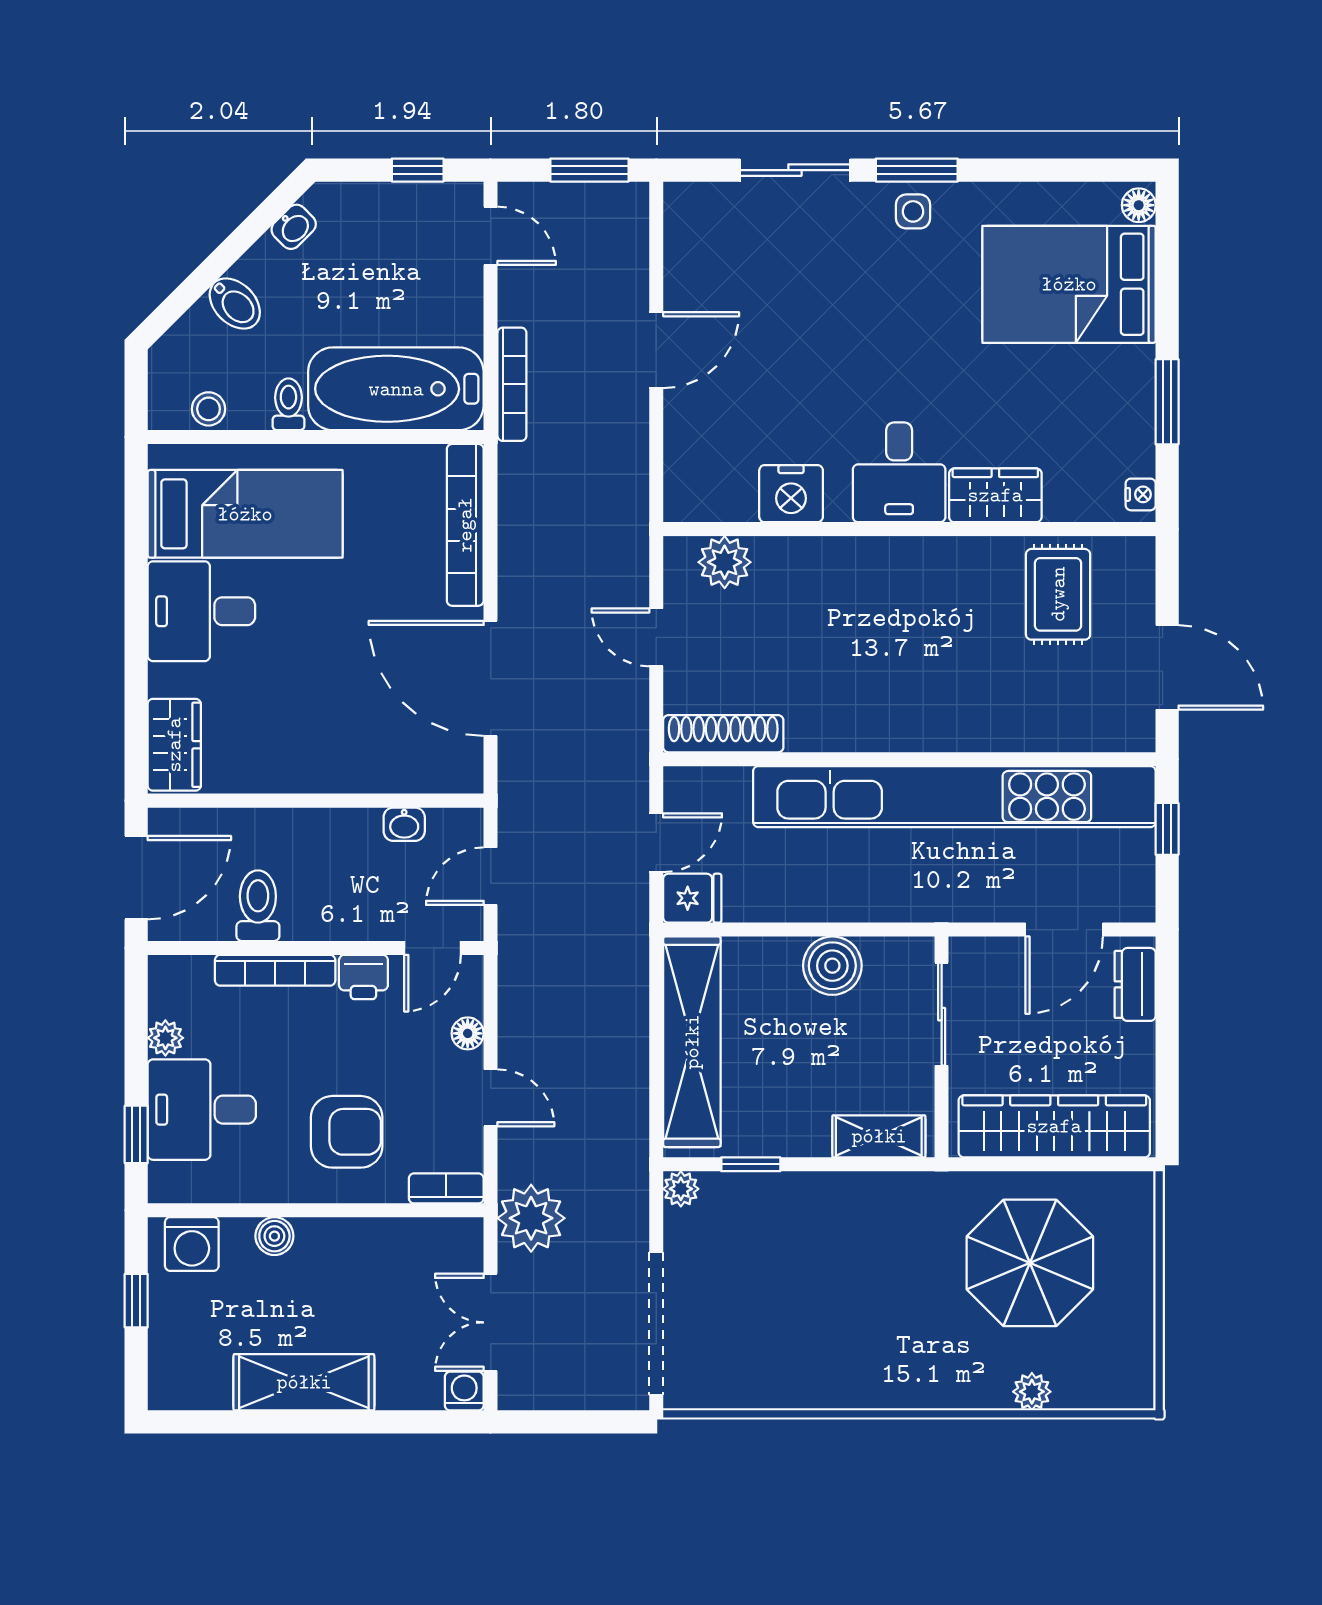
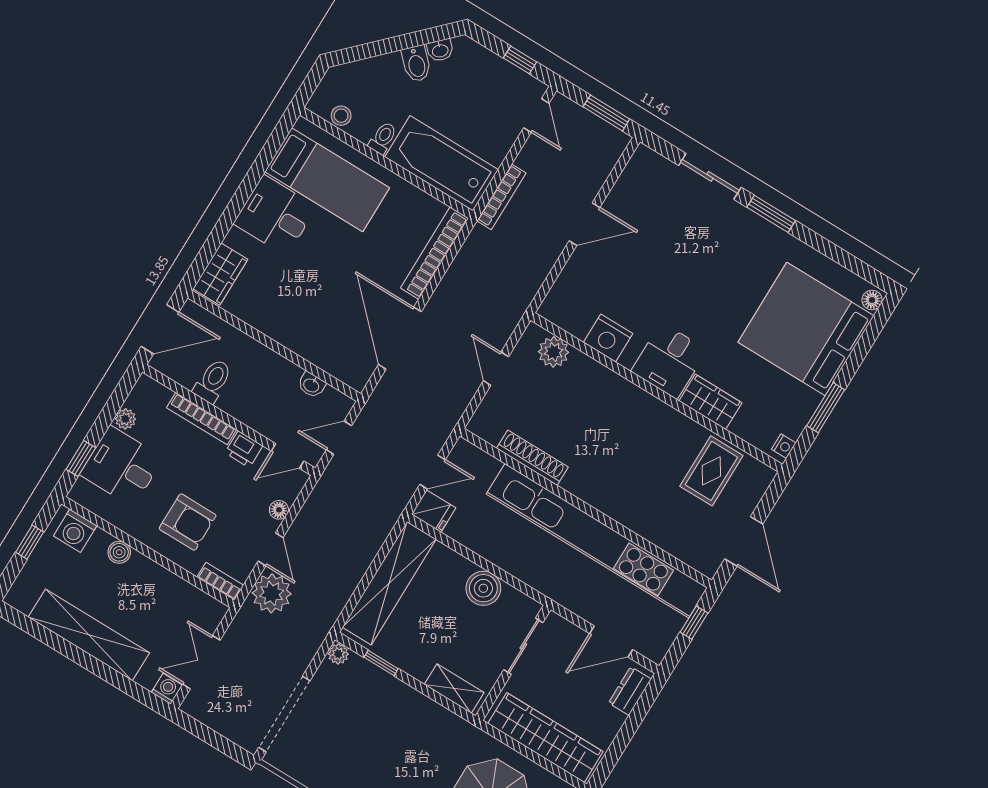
side table: (913, 211) -> (757, 234), removed
bed: (1069, 284) -> (806, 329), width x1.36
bidet: (235, 304) -> (416, 64), moved
shoe rack: (723, 734) -> (532, 458), moved
plant: (531, 1218) -> (272, 593), moved
shelving: (304, 1382) -> (89, 635), width x1.47

